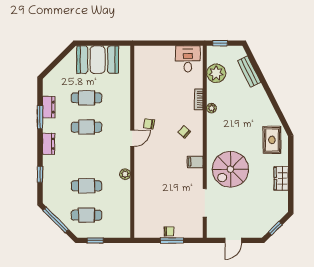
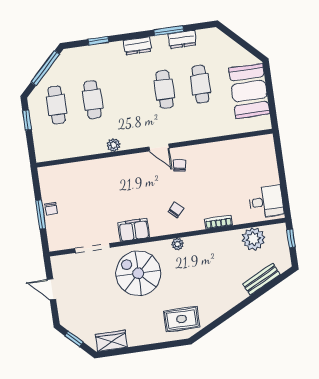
plant: (212, 108) -> (177, 244), moved
filing cabinet: (195, 162) -> (134, 230), width x2.00
wardrobe: (281, 178) -> (111, 341), moved

